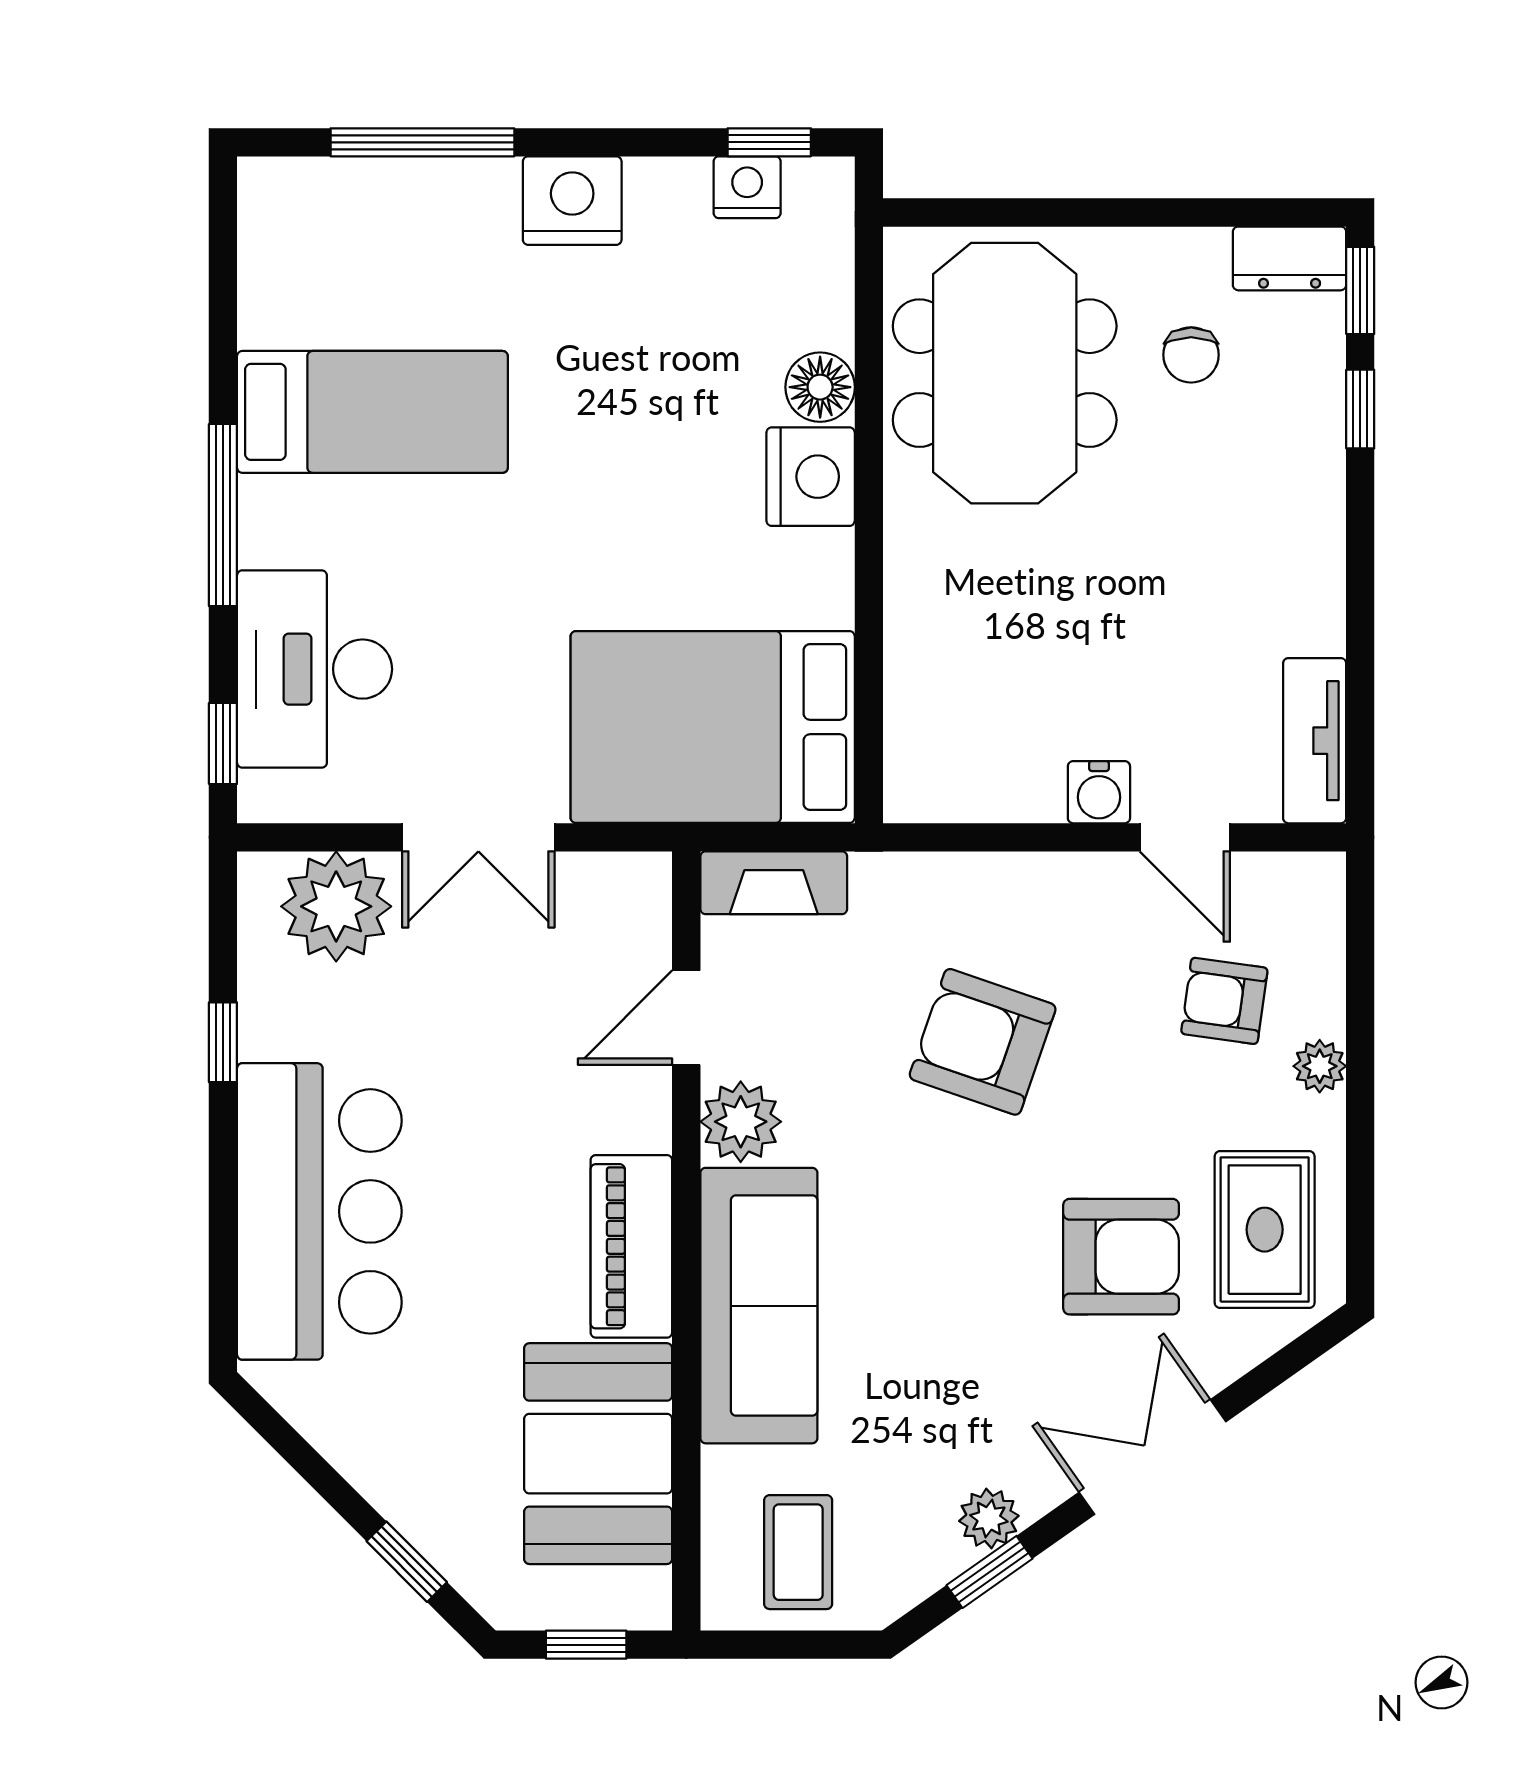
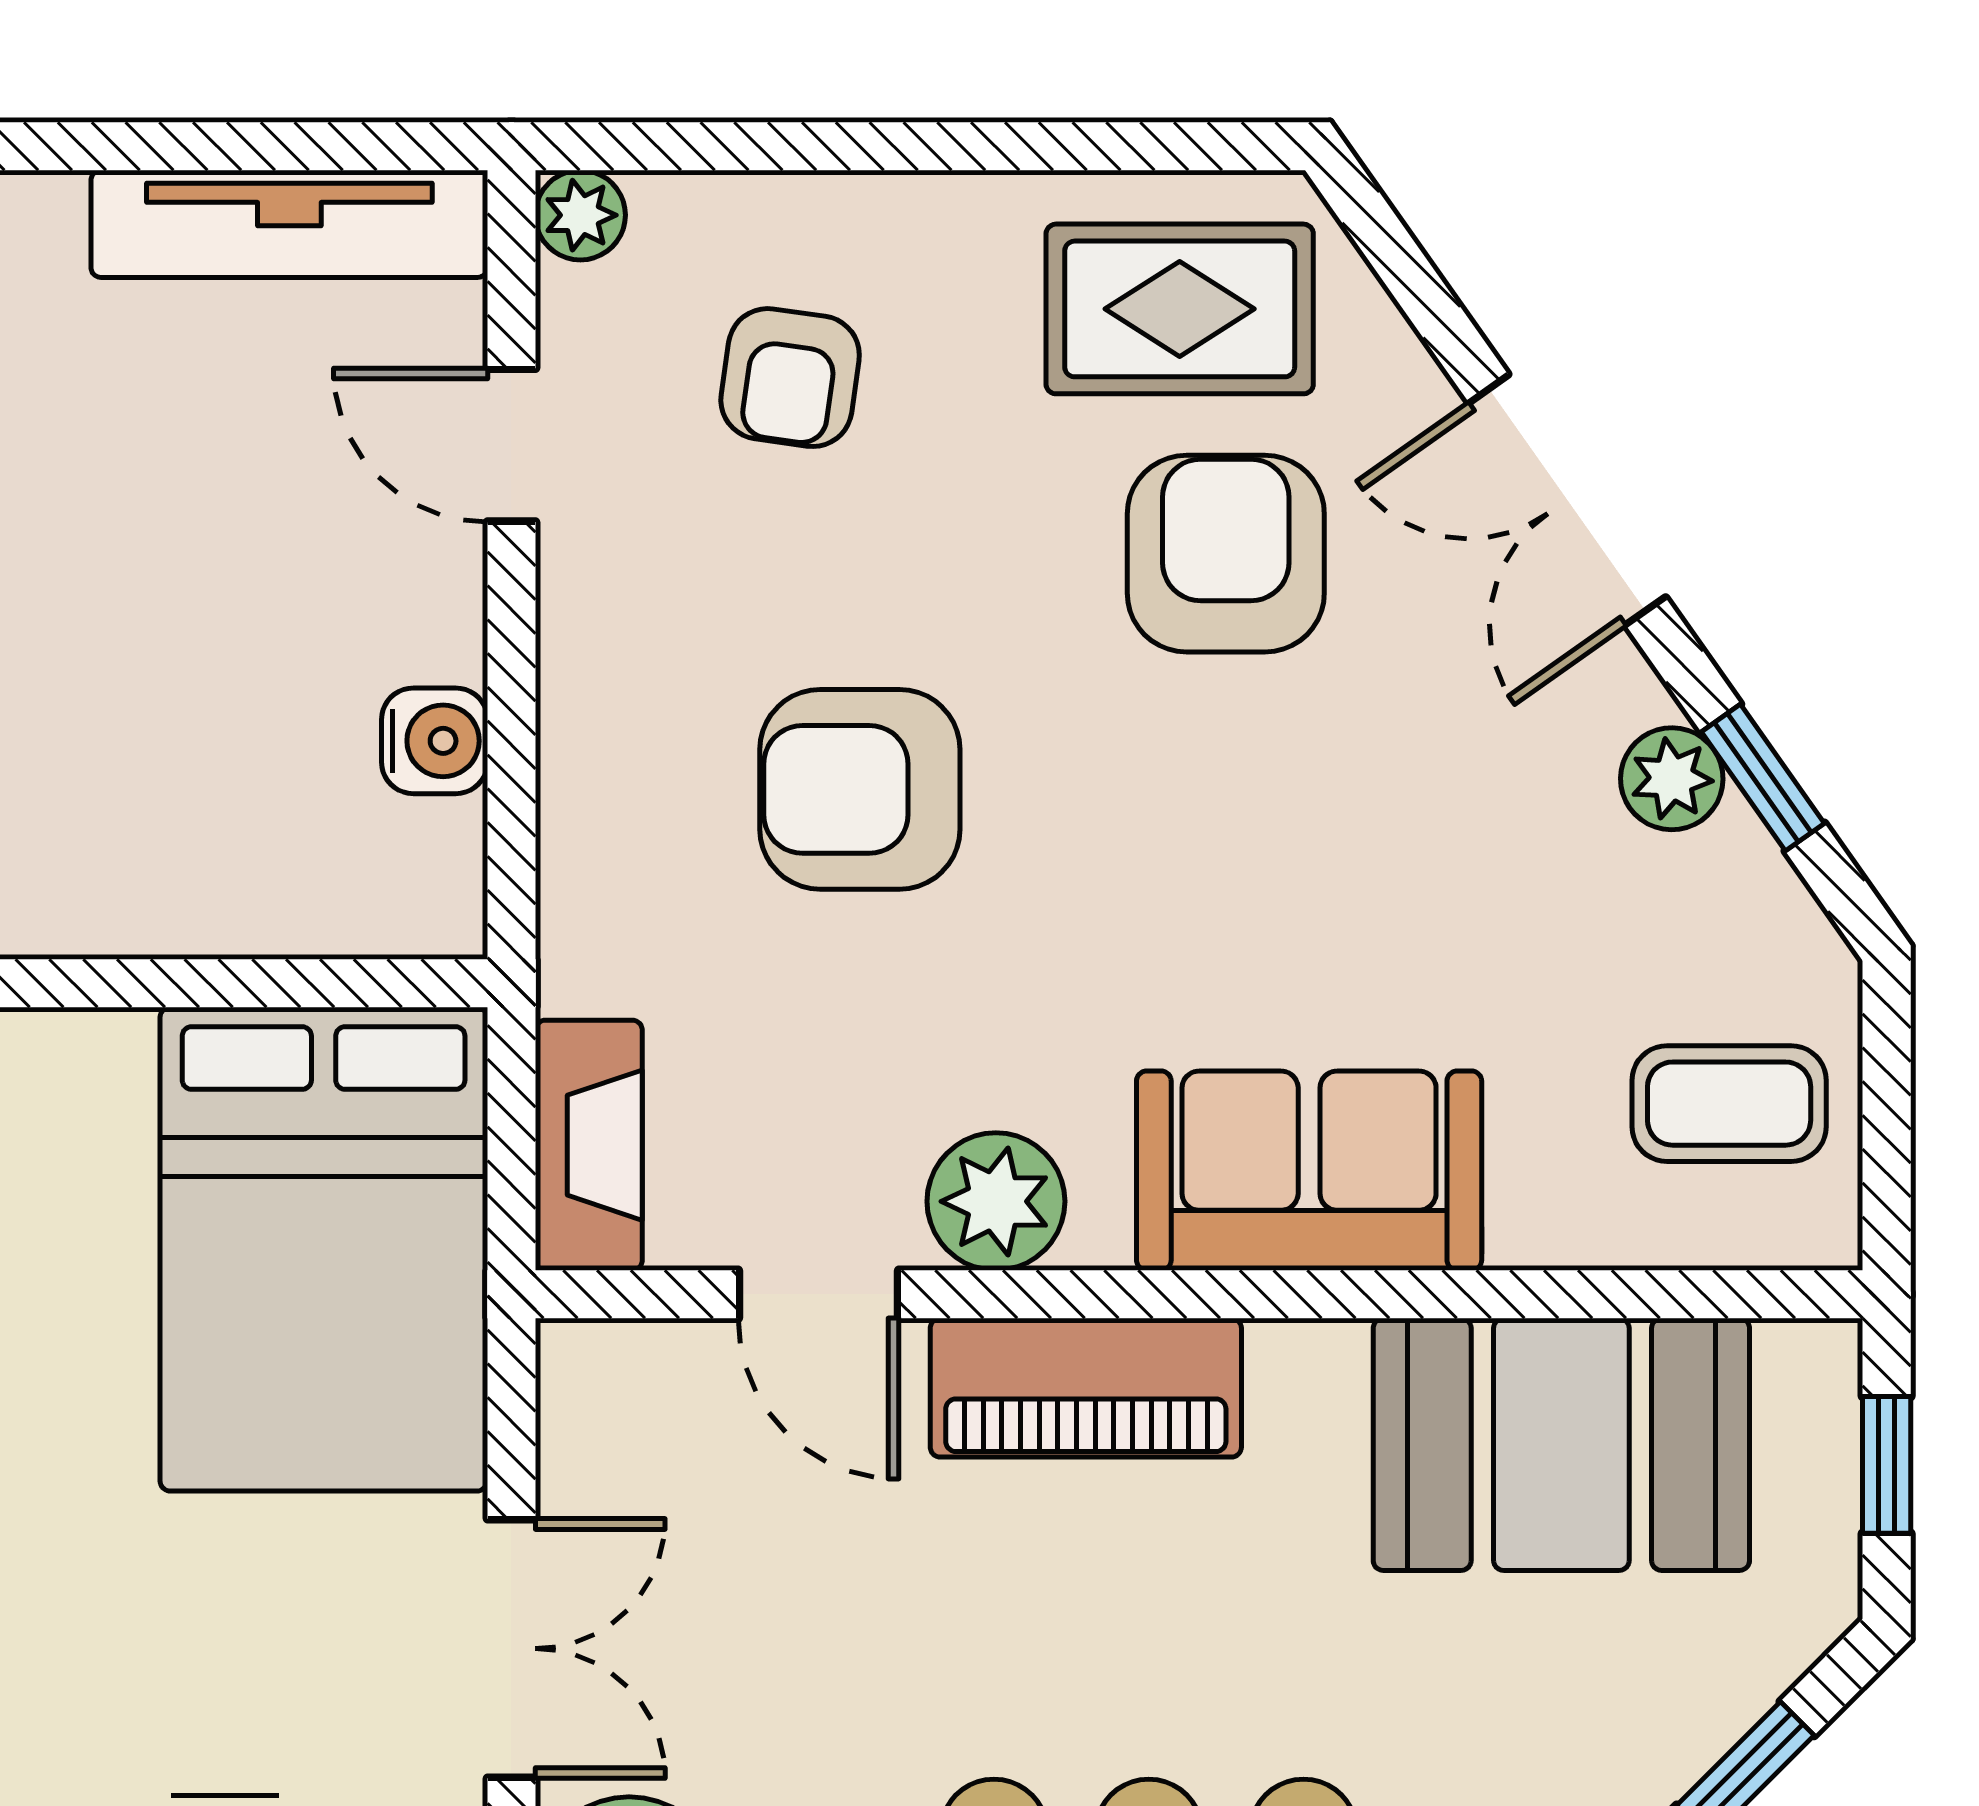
tv unit: (1315, 741) -> (289, 224), width x1.41
water cooler: (1099, 792) -> (435, 741), moved
door: (1185, 837) -> (511, 445), swing flipped
armchair: (983, 1042) -> (860, 789), turned 71
plant: (1320, 1066) -> (580, 215), moved
piano: (631, 1246) -> (1086, 1388), moved
sofa: (759, 1306) -> (1309, 1171), width x0.73

